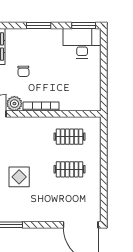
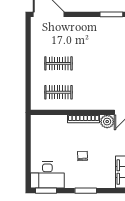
chair: (23, 71) -> (82, 156), moved
display table: (19, 177) -> (103, 57), removed

